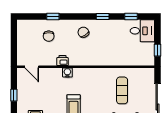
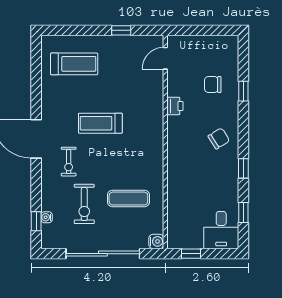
water cooler: (67, 73) -> (156, 241), moved

